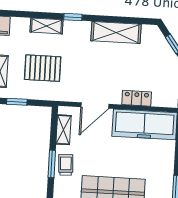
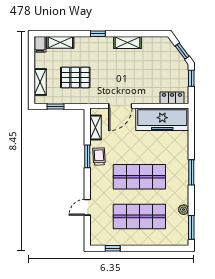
shelving: (46, 26) -> (60, 42), moved
shelving: (116, 32) -> (127, 42), width x0.67, depth x0.75
locker: (137, 98) -> (172, 98), moved

